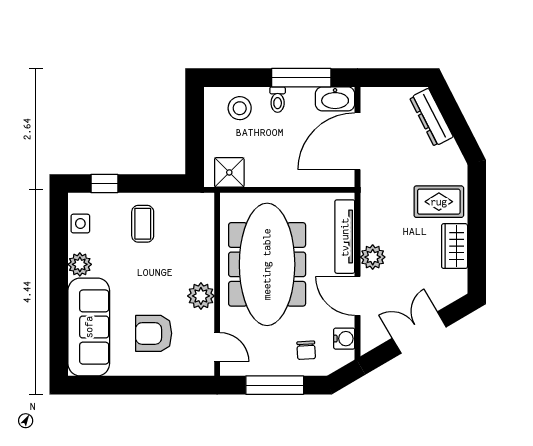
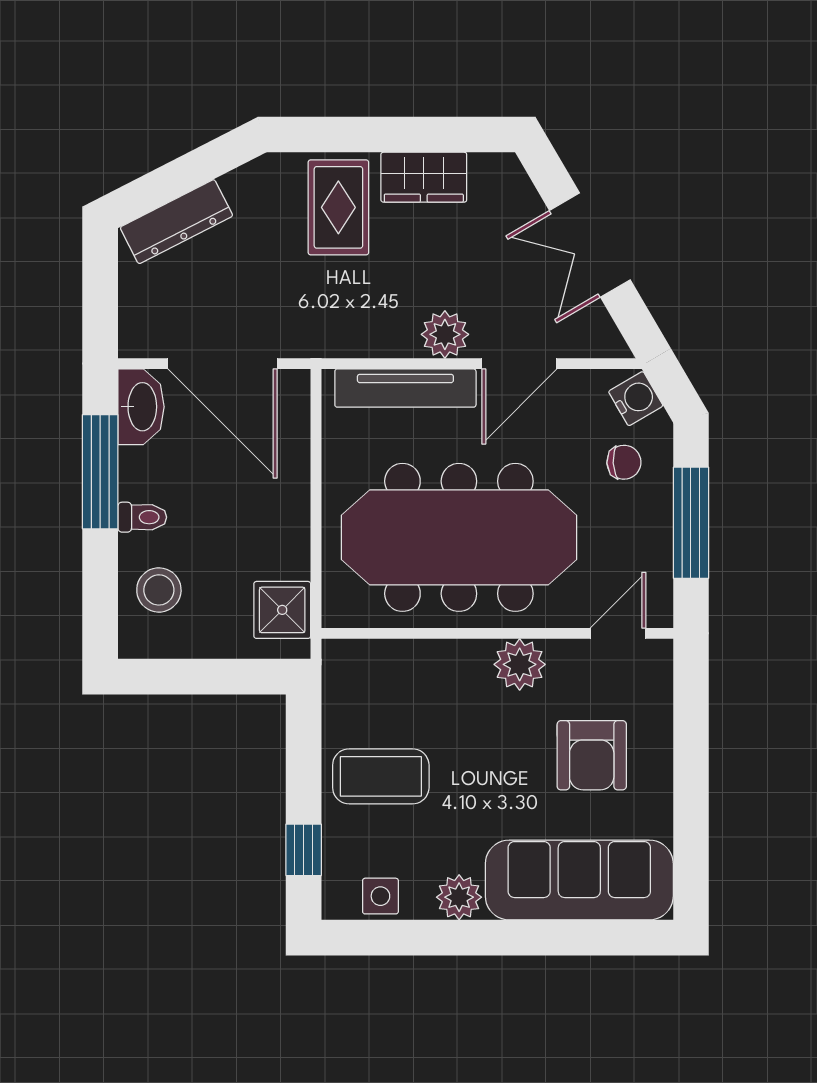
coffee table: (143, 224) -> (381, 776), width x1.36, depth x1.30
water cooler: (344, 339) -> (636, 399), moved, turned 60

